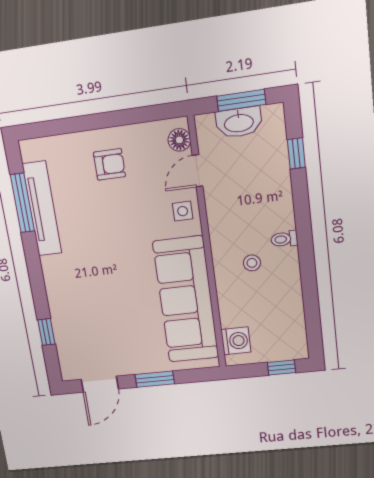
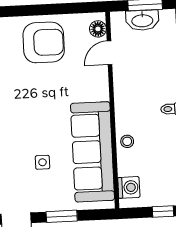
armchair: (109, 164) -> (44, 42), width x1.88, depth x1.88
side table: (183, 211) -> (42, 162), moved
stool: (252, 263) -> (127, 141), moved

